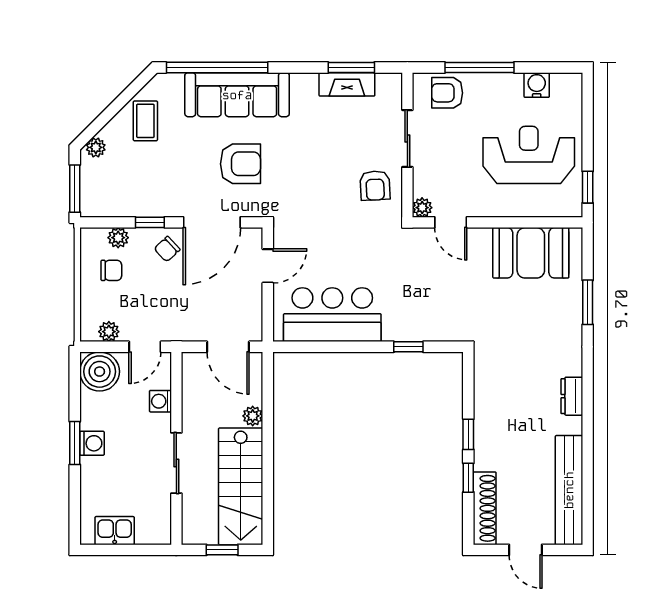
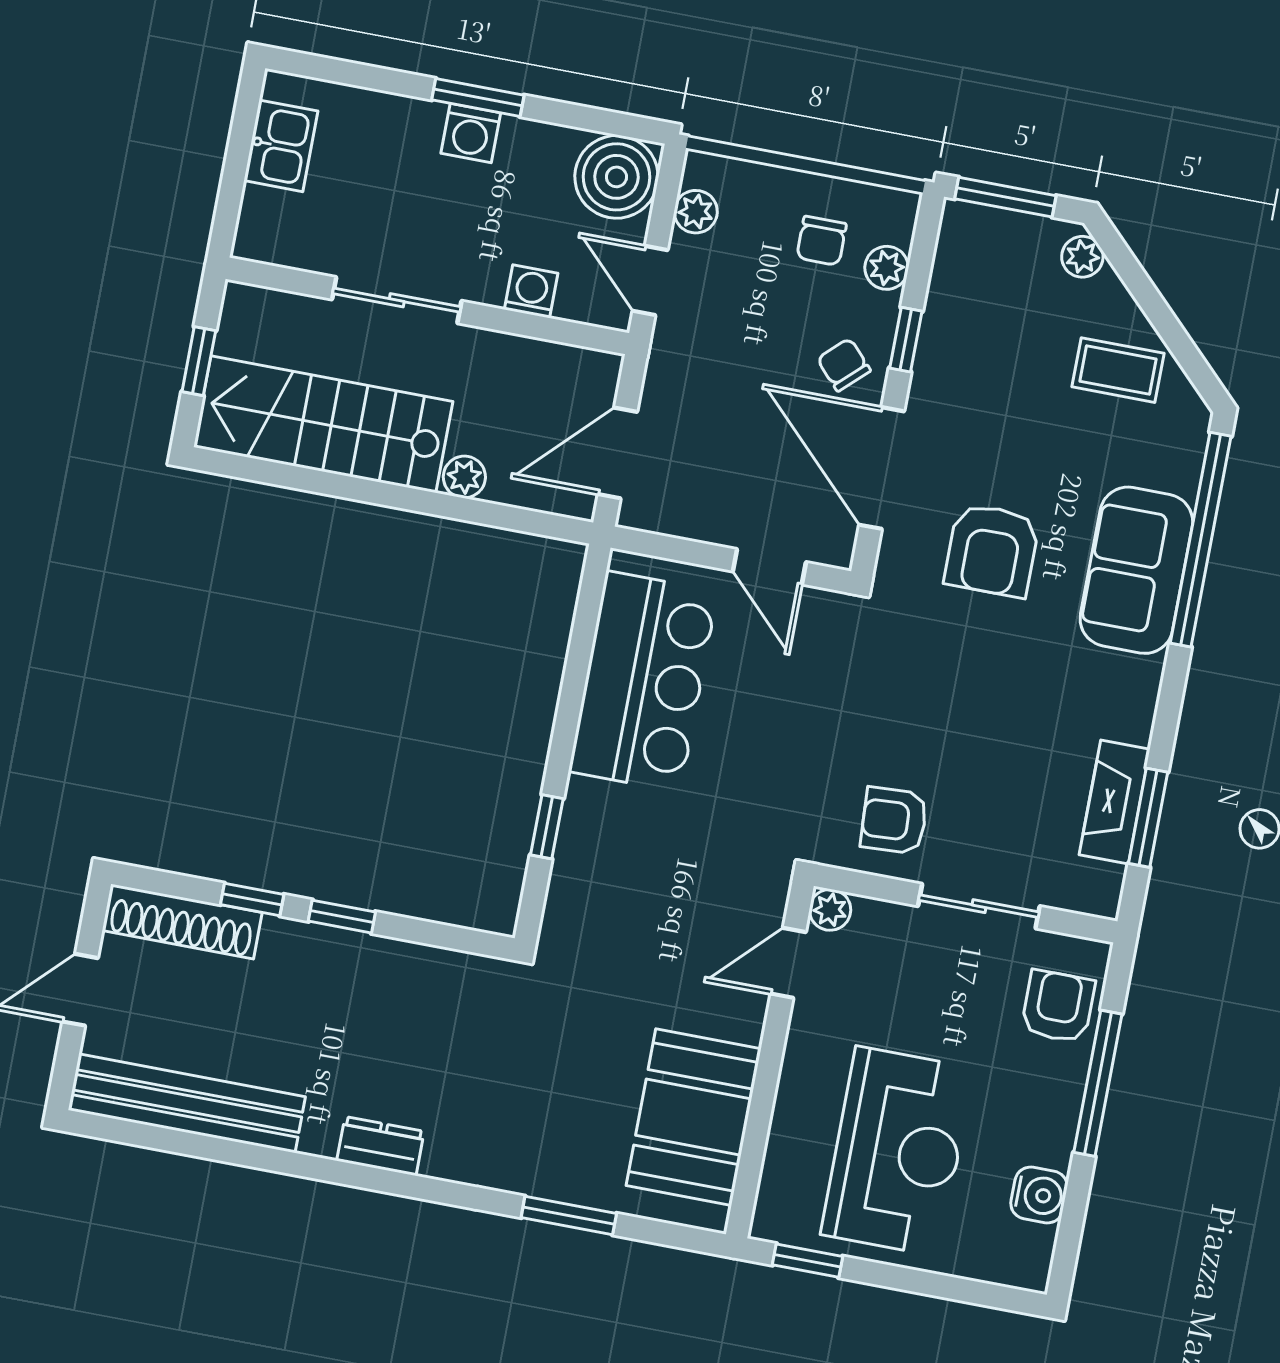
sofa: (237, 95) -> (1136, 570), width x0.73

